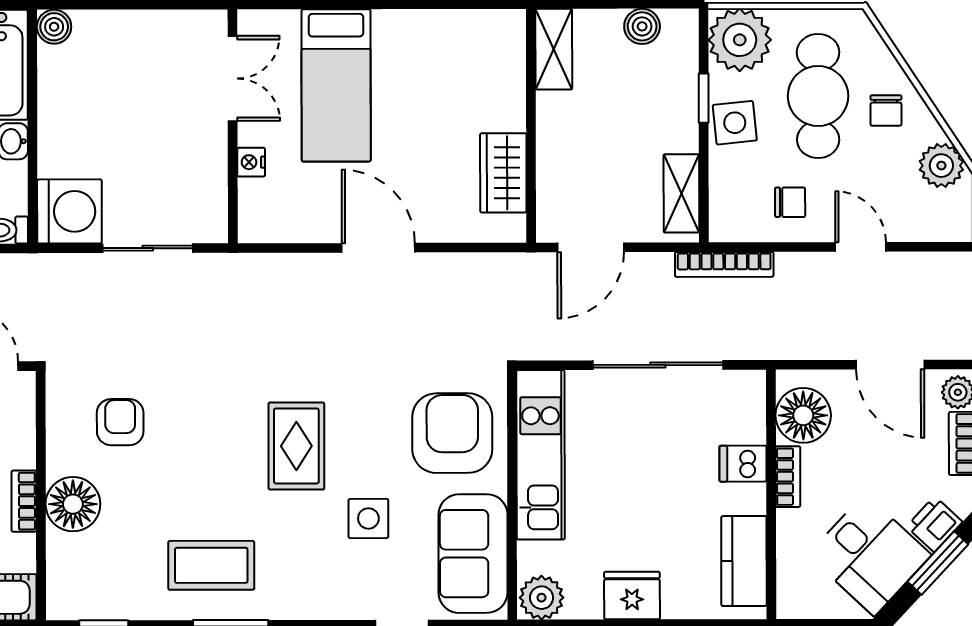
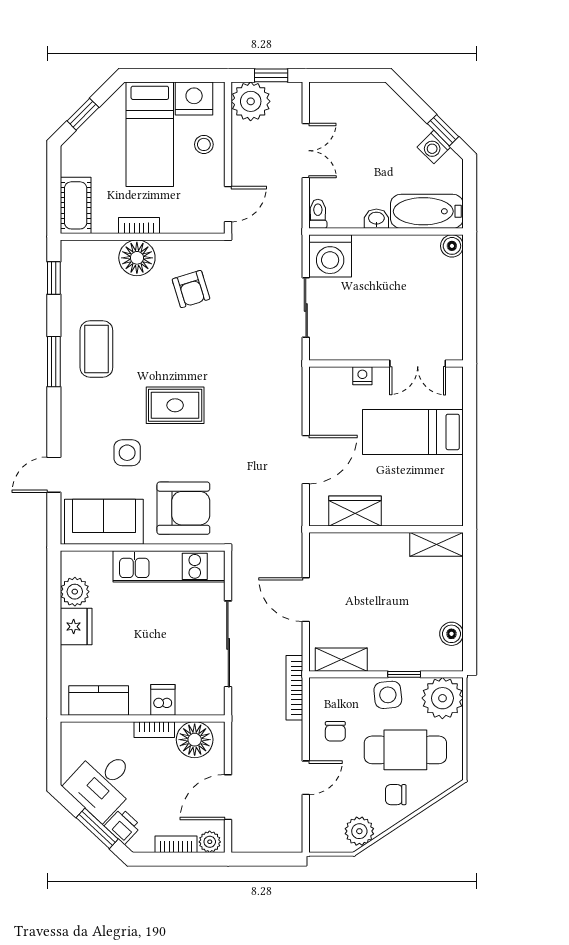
shelving: (554, 49) -> (437, 544), moved
wall: (531, 126) -> (386, 529), moved
wardrobe: (503, 173) -> (355, 511), moved
armchair: (120, 422) -> (191, 289), turned 73
plant: (542, 598) -> (75, 592), moved

